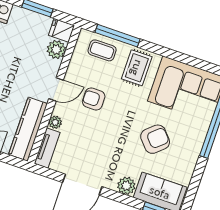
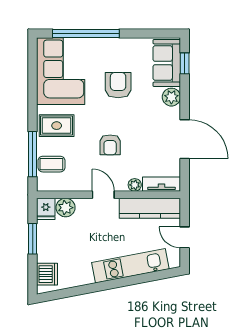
coffee table: (102, 50) -> (51, 164), turned 90
armchair: (94, 99) -> (110, 145), moved
armchair: (155, 139) -> (118, 85), turned 42

